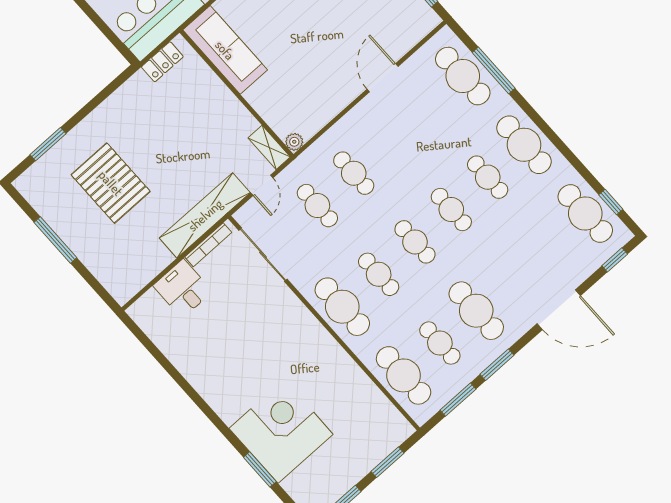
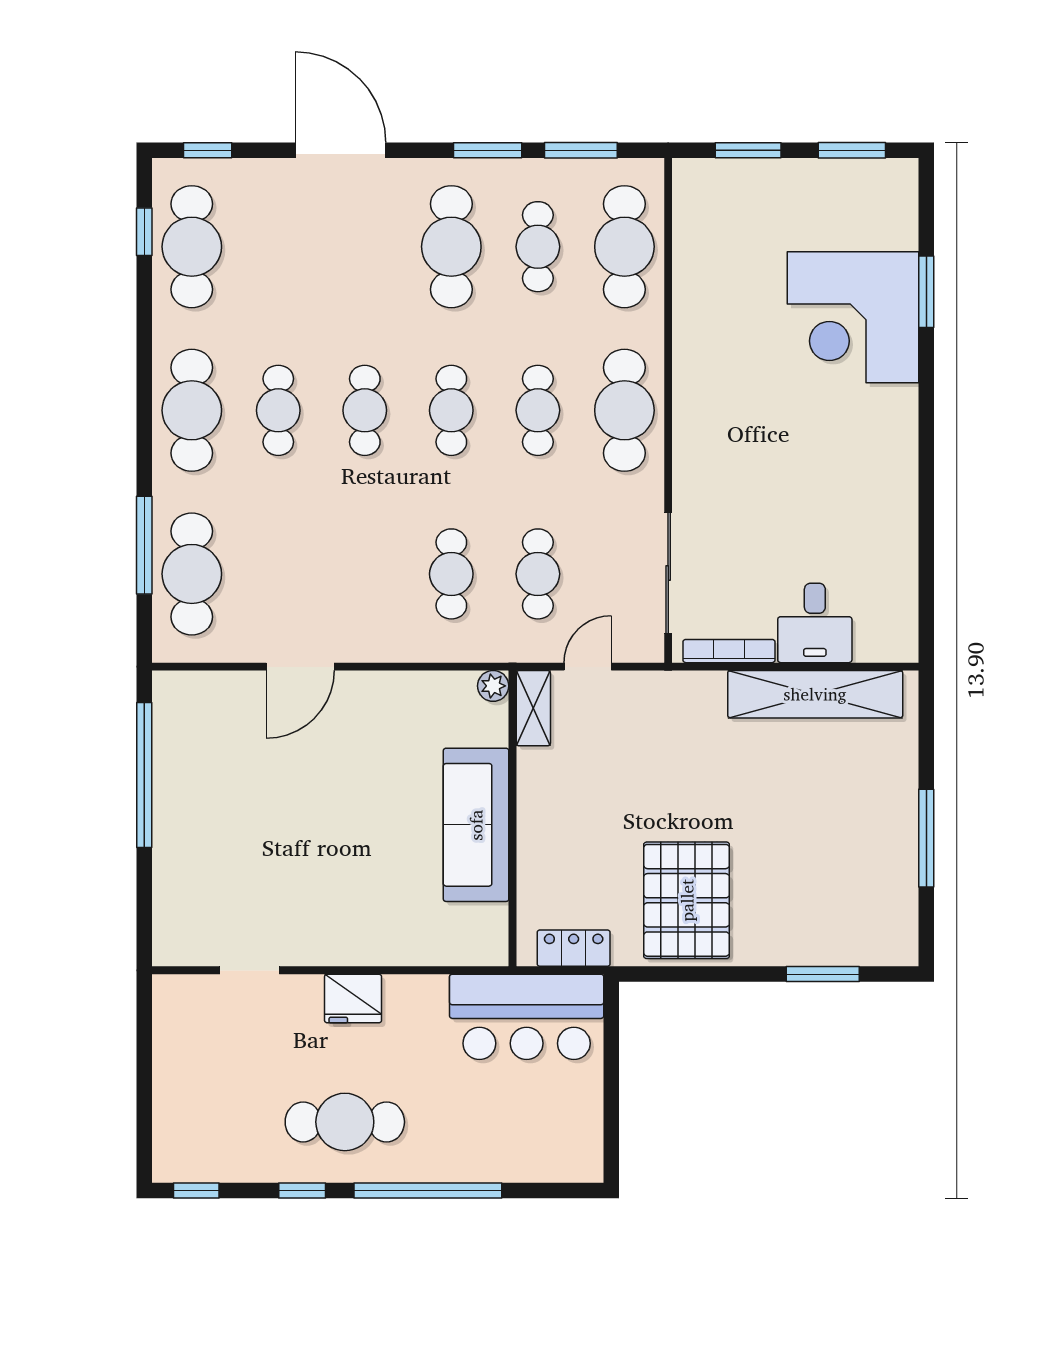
sofa: (225, 50) -> (476, 825), moved
pallet: (111, 183) -> (687, 900), moved
shelving: (205, 215) -> (815, 694), moved

